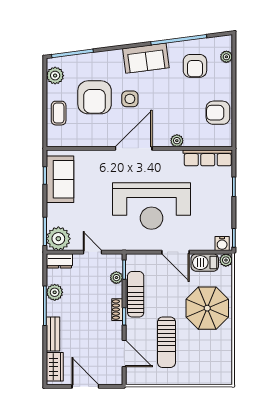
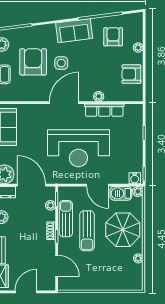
plant: (226, 57) -> (138, 48), moved
armchair: (195, 66) -> (113, 37), turned 180
armchair: (95, 97) -> (33, 62), turned 180
row of seats: (208, 158) -> (104, 110), moved
door: (92, 252) -> (31, 185), width x1.88
sun lounger: (166, 342) -> (87, 231), moved
plant: (227, 344) -> (138, 258), added
door: (85, 386) -> (26, 292), hinge flipped

